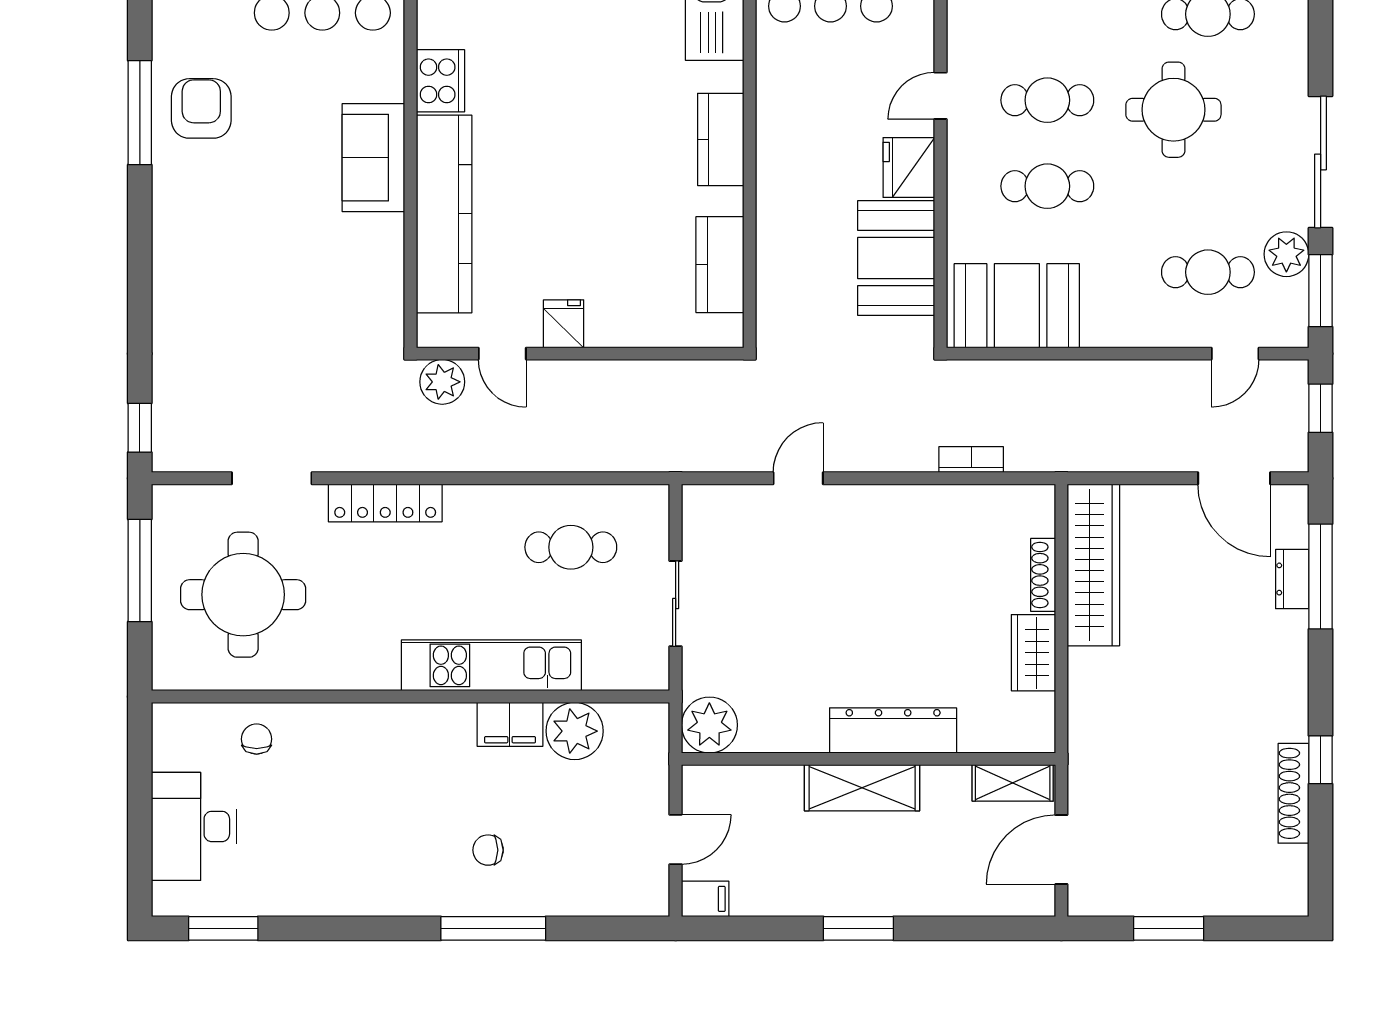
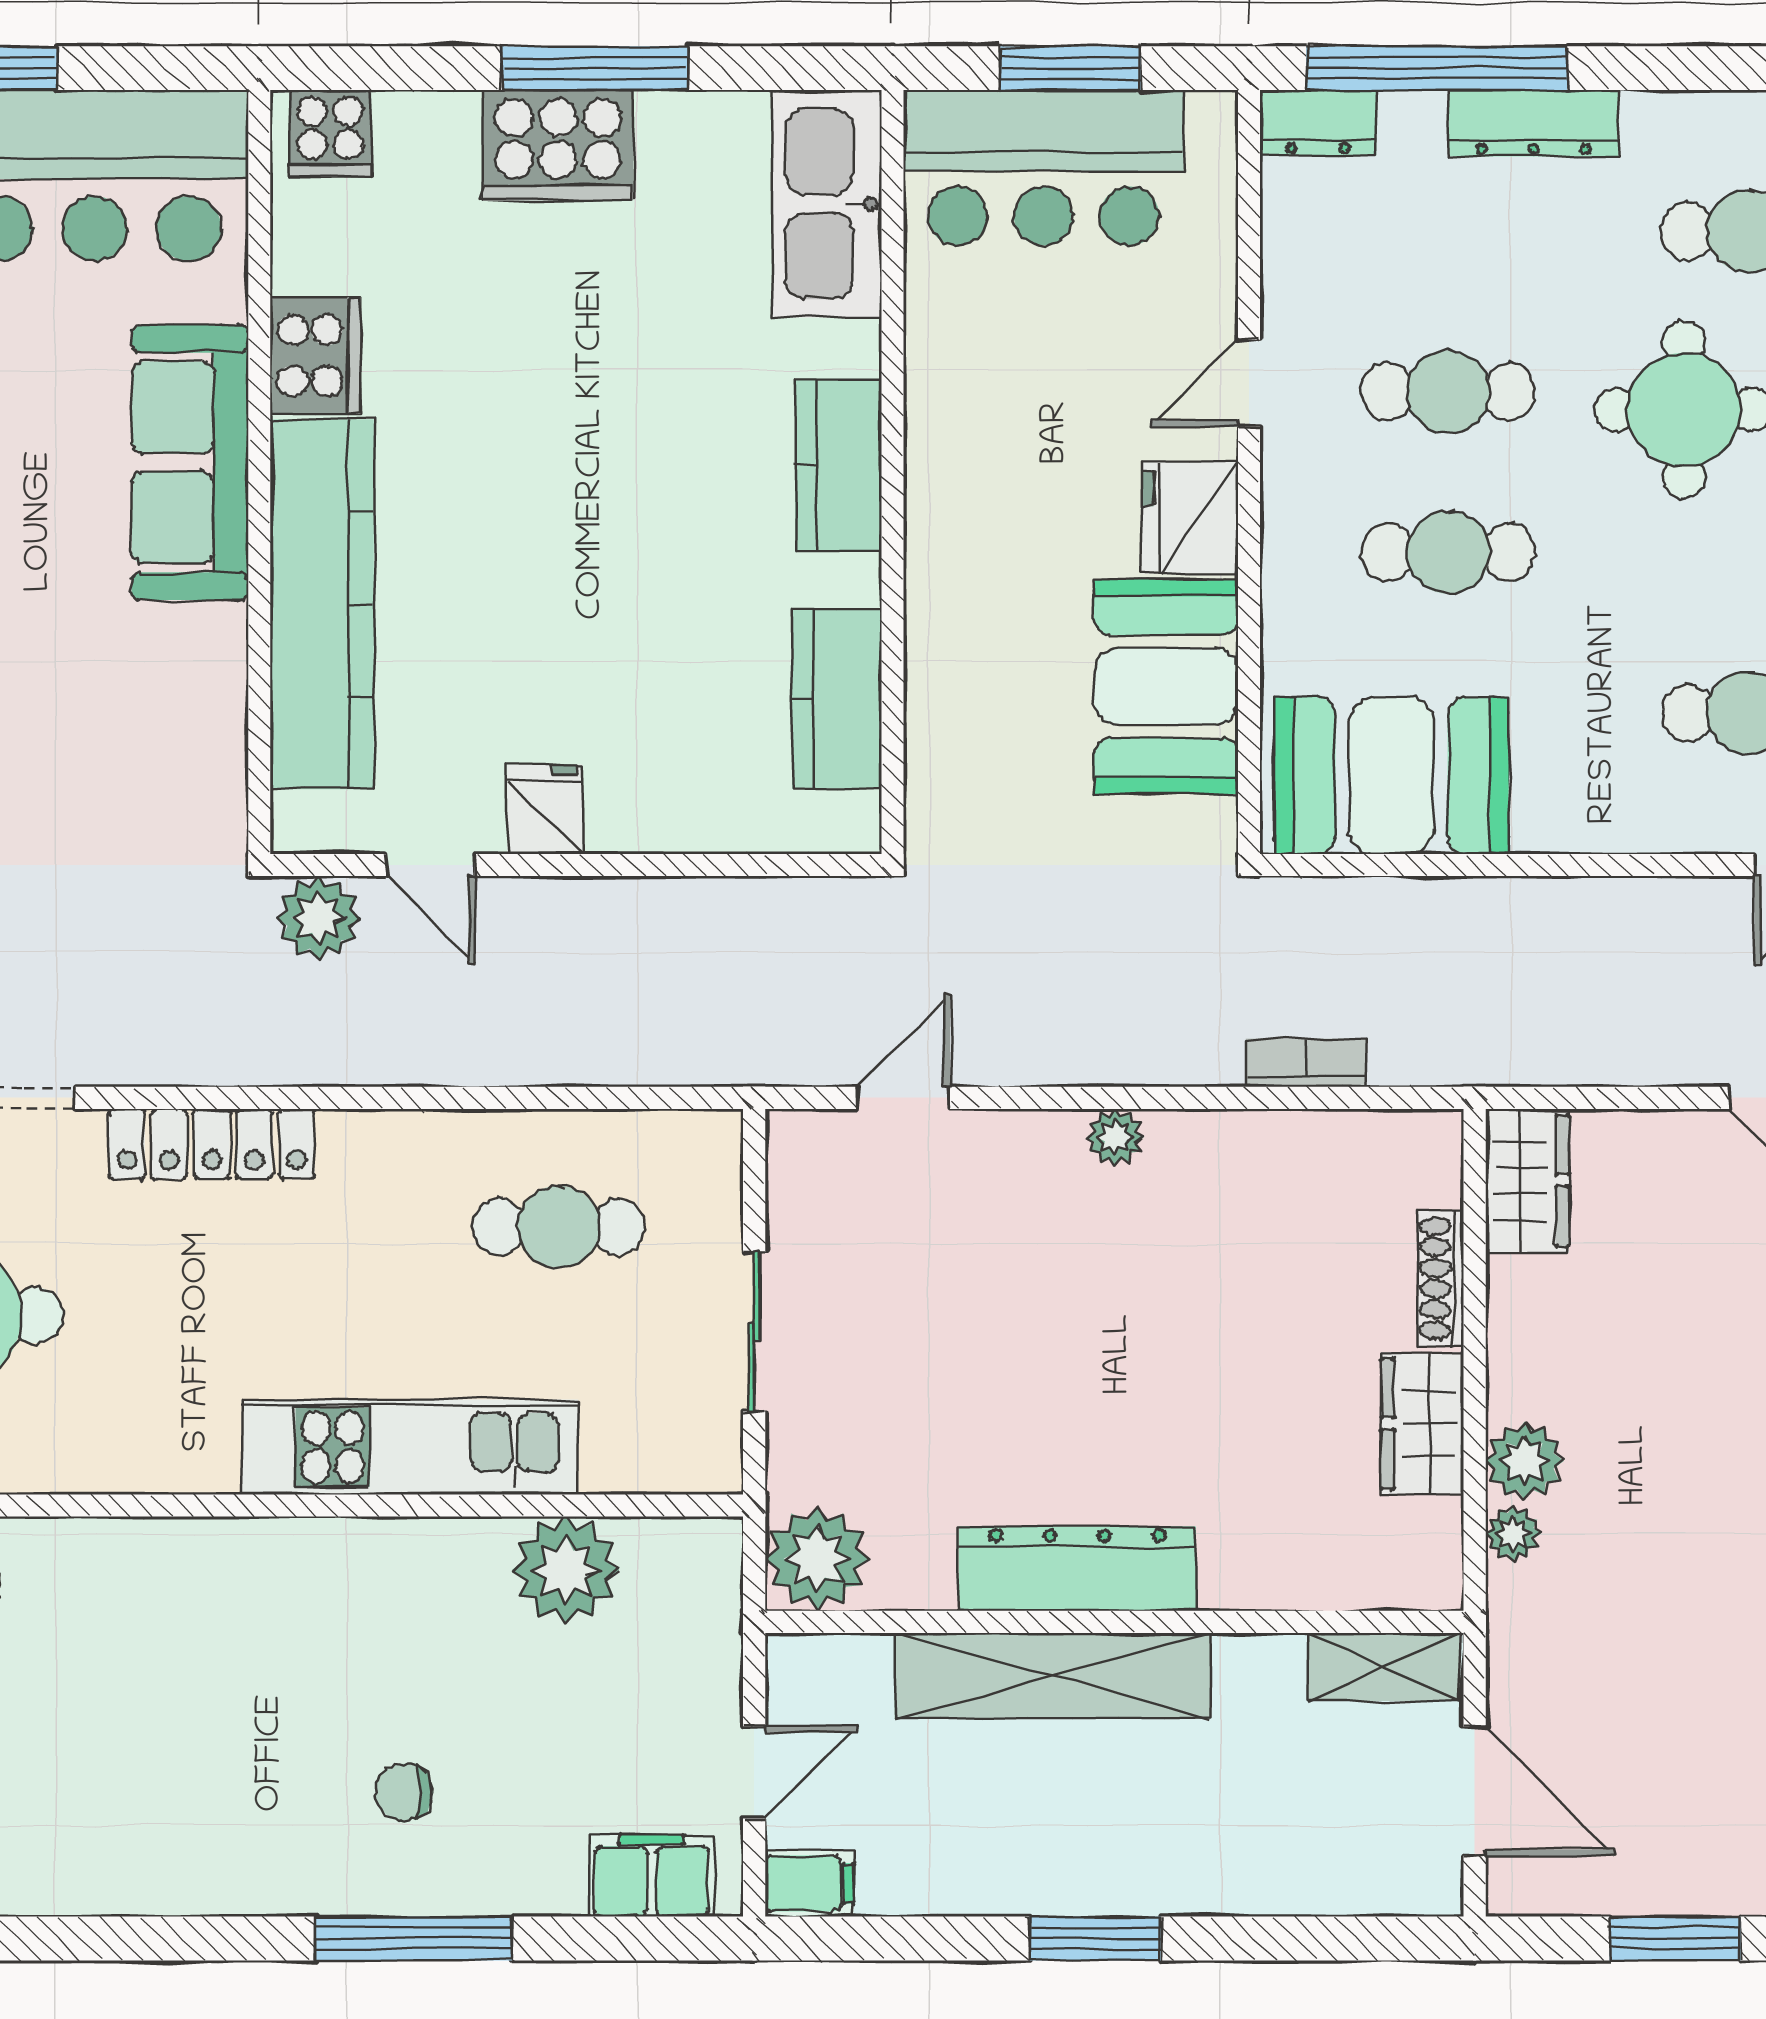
sofa: (373, 158) -> (190, 463), width x1.36
door: (798, 478) -> (904, 1098), moved
plant: (869, 499) -> (1115, 1137), added
wardrobe: (1093, 565) -> (1527, 1181), width x0.48, depth x0.85
plant: (1088, 673) -> (1525, 1461), added
plant: (1082, 712) -> (1513, 1533), added
filing cabinet: (510, 724) -> (652, 1876), moved, turned 180
dresser: (893, 730) -> (1077, 1569), moved
shelving: (862, 788) -> (1052, 1676), width x1.47
door: (1061, 850) -> (1475, 1791), swing flipped

